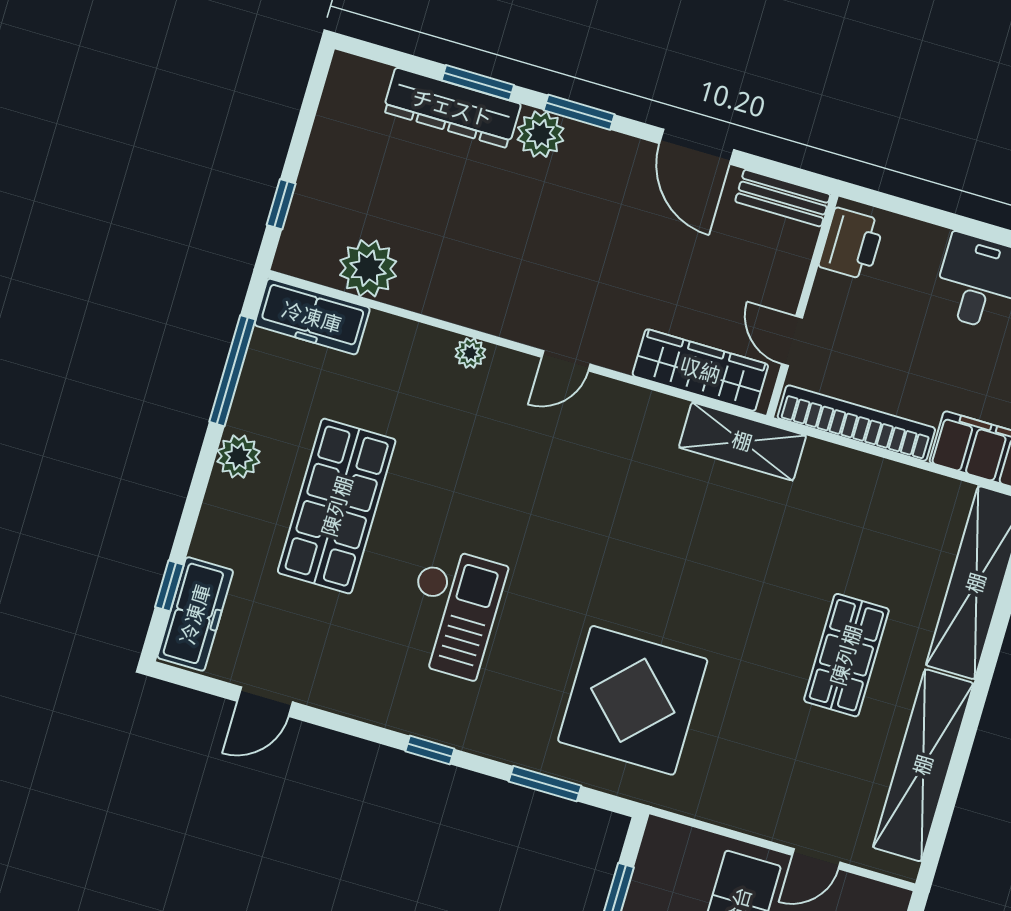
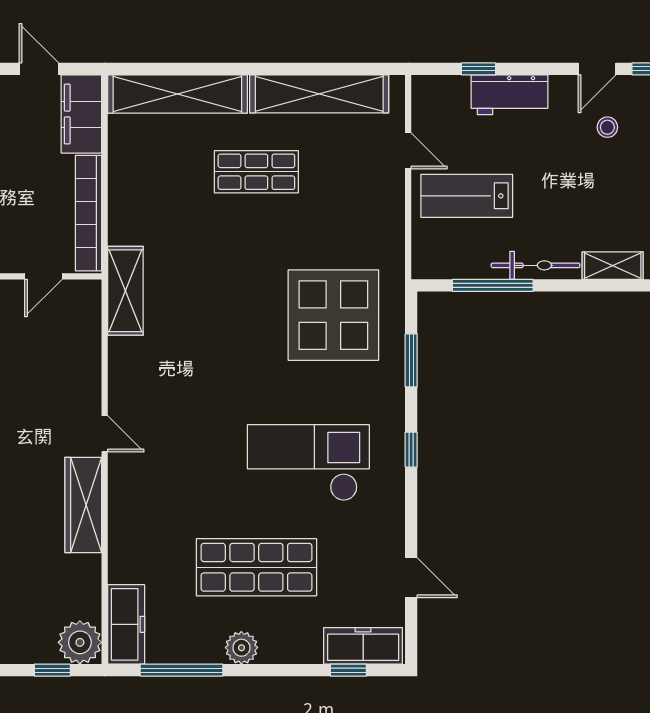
plant: (368, 268) -> (80, 642), moved
plant: (470, 353) -> (119, 504), removed
wardrobe: (700, 370) -> (83, 505), moved
checkout: (452, 612) -> (308, 463), width x1.36, depth x1.21

